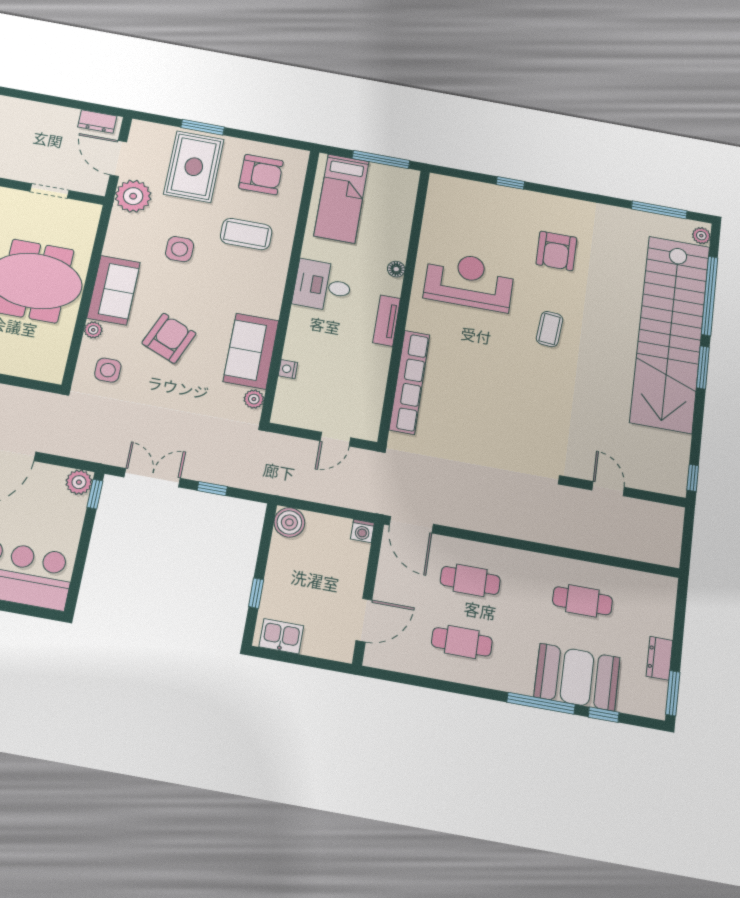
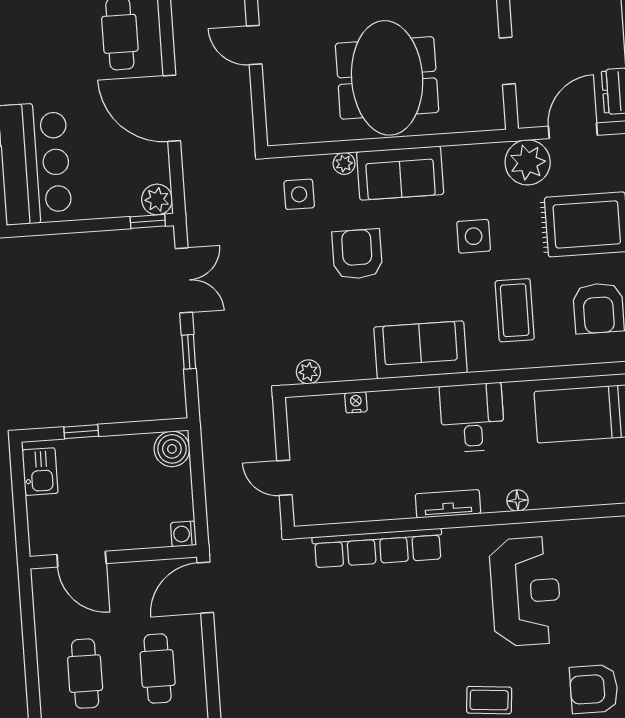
armchair: (169, 338) -> (357, 254), turned -113
sofa: (251, 351) -> (420, 350), moved

